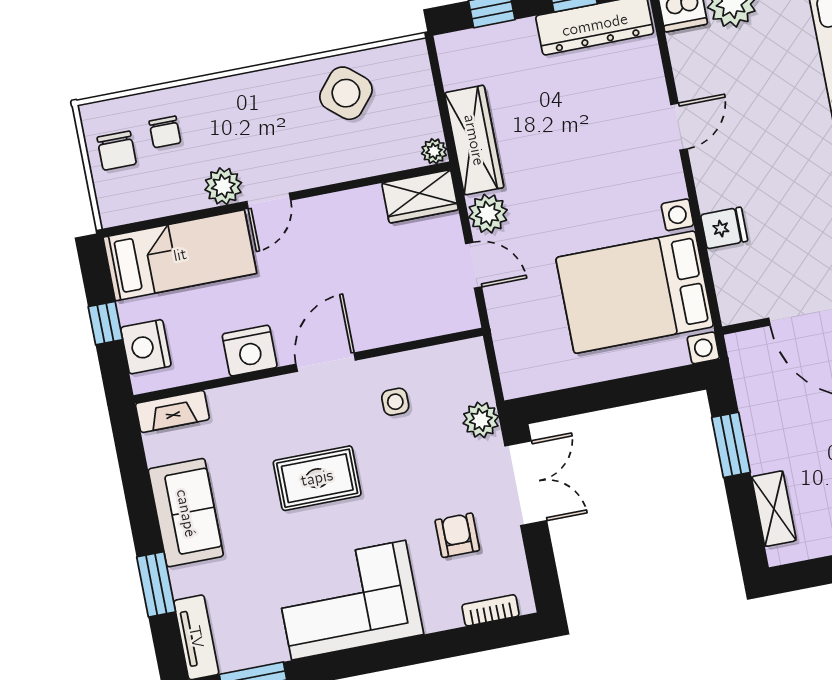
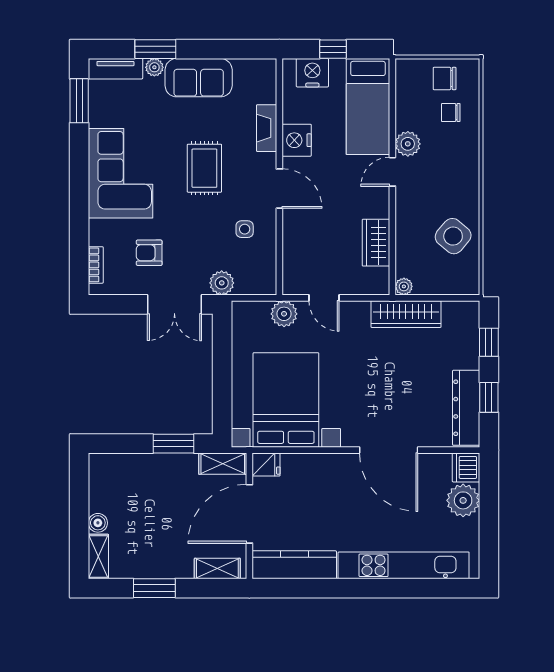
door: (679, 127) -> (389, 450), width x1.87
wardrobe: (420, 196) -> (376, 243), moved
door: (269, 201) -> (392, 172), hinge flipped
plant: (488, 214) -> (284, 314), moved
fridge: (724, 228) -> (266, 465), moved, turned -90
door: (474, 265) -> (324, 298), hinge flipped
fireplace: (172, 411) -> (267, 128), moved
shelving: (774, 509) -> (223, 464), moved
armchair: (457, 535) -> (149, 253), turned 180
plant: (183, 581) -> (154, 67), added

